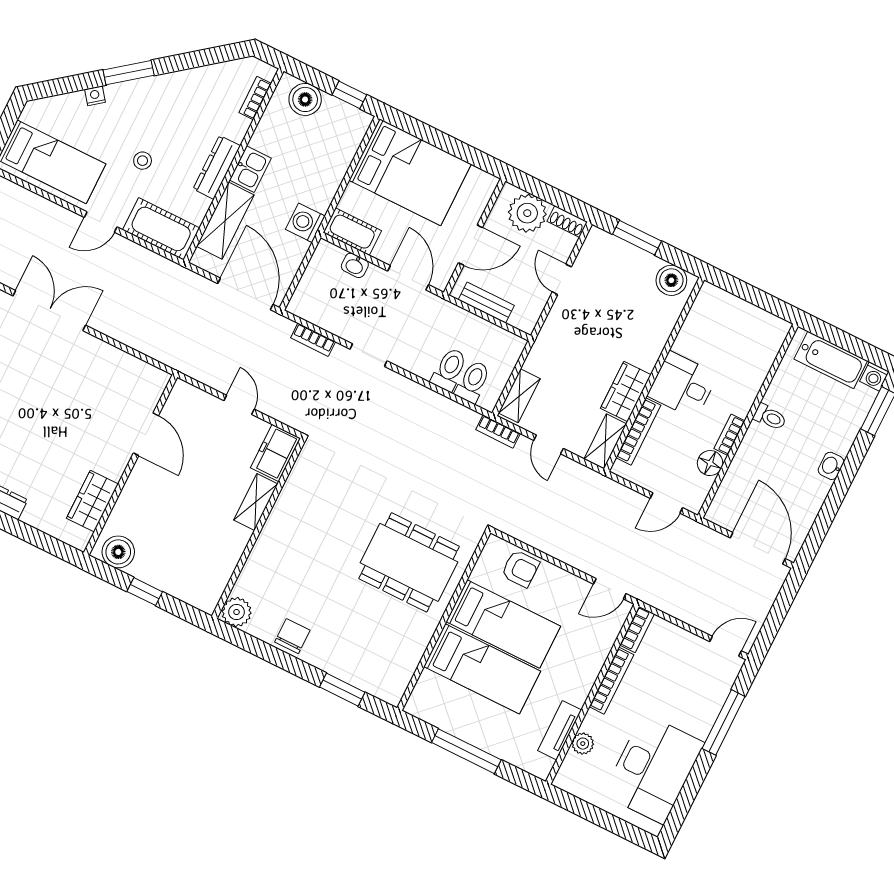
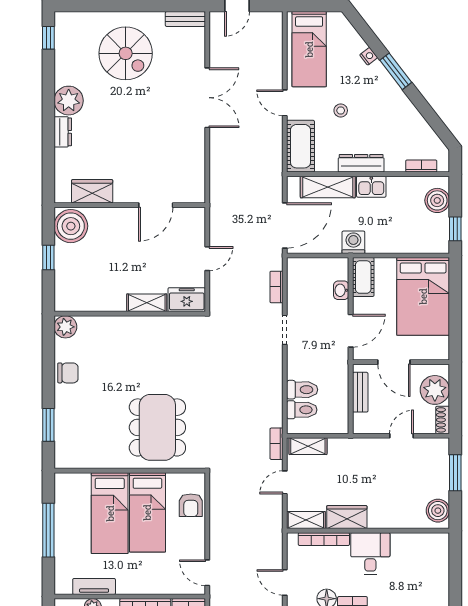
boiler: (118, 552) -> (71, 226), width x1.37, depth x1.37

